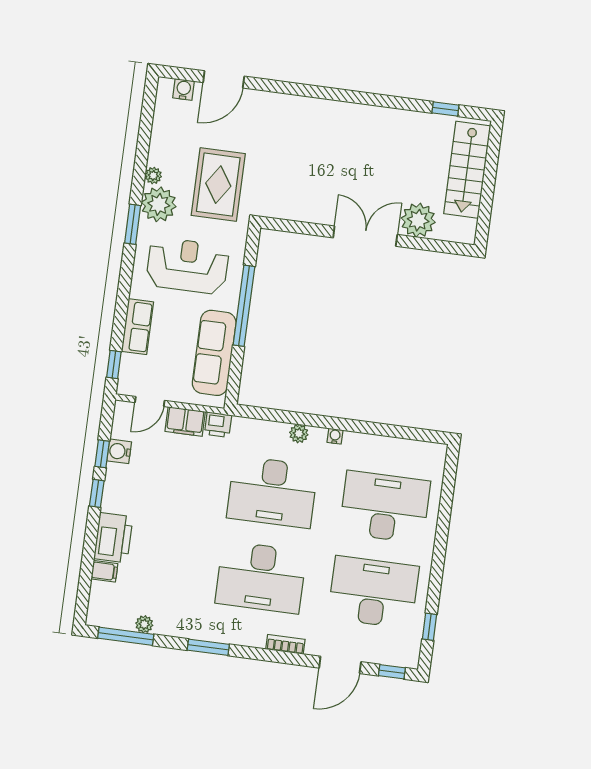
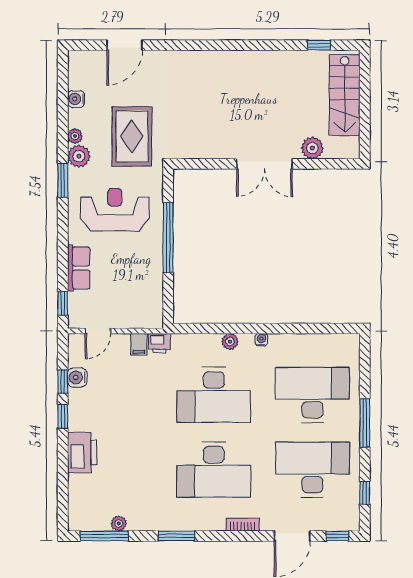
water cooler: (184, 89) -> (76, 99), moved, turned -90
plant: (159, 204) -> (79, 156), width x0.73, depth x0.73
plant: (418, 220) -> (312, 148), width x0.73, depth x0.73
double door: (365, 236) -> (264, 164), swing flipped
sofa: (214, 353) -> (148, 282), removed
filing cabinet: (185, 422) -> (139, 344), width x0.50
window: (440, 547) -> (365, 423), added
filing cabinet: (104, 571) -> (78, 482), removed

